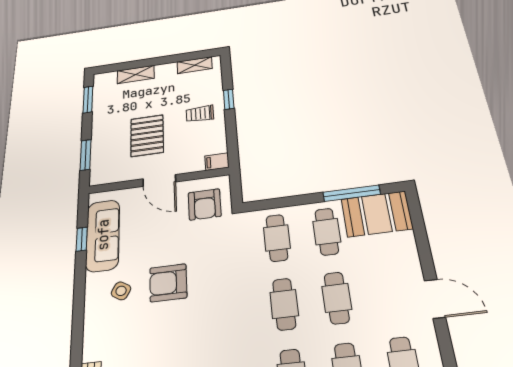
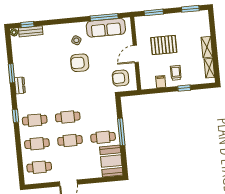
shelving: (136, 74) -> (207, 47), moved
filing cabinet: (217, 162) -> (161, 82), moved
window: (352, 193) -> (121, 132), moved
cafe table: (277, 238) -> (101, 114), removed
window: (82, 239) -> (104, 17), width x2.17
armchair: (168, 283) -> (80, 63), turned -90

